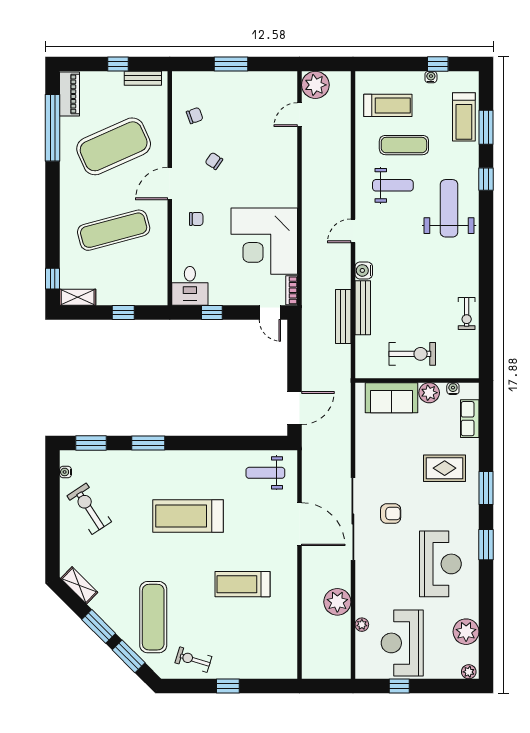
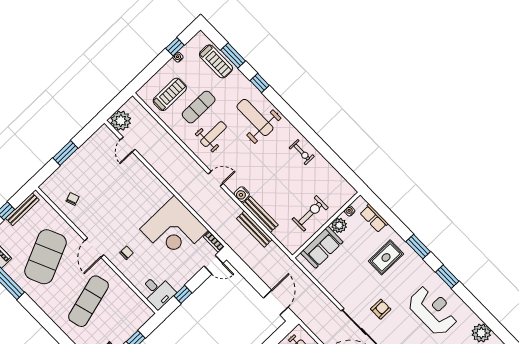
bench: (143, 78) -> (22, 209), width x1.36
chair: (214, 161) -> (106, 213), removed
door: (353, 231) -> (216, 179), swing flipped
exercise bike: (467, 313) -> (302, 152), moved

